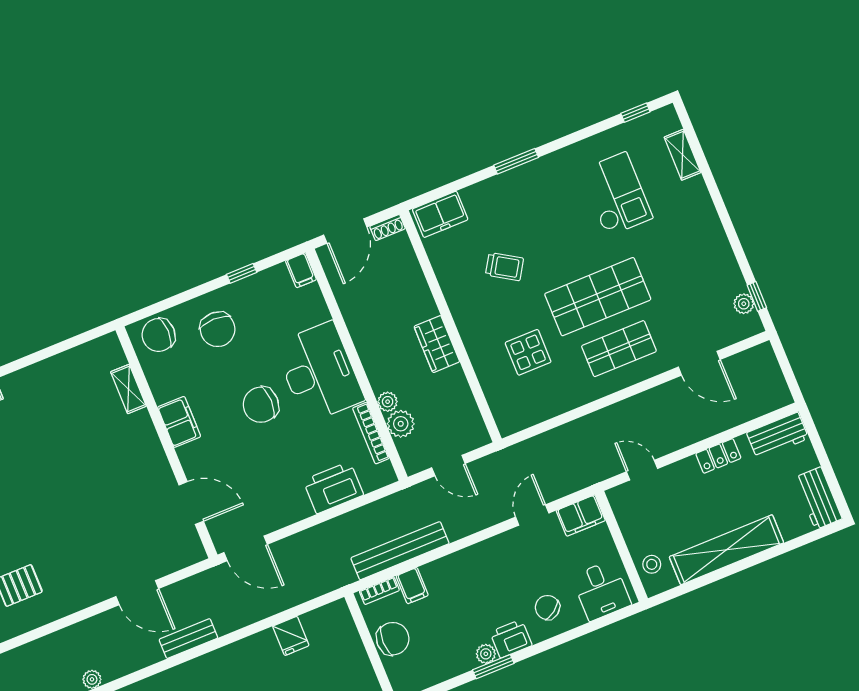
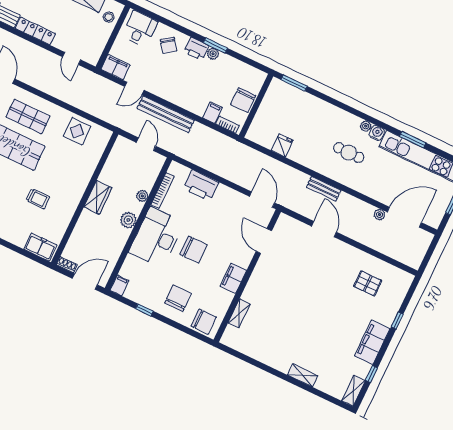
trolley: (505, 267) -> (38, 198), turned 148
display table: (528, 352) -> (77, 131), moved
plant: (401, 424) -> (128, 220), moved
locker: (718, 456) -> (35, 31), width x1.53
bench: (400, 551) -> (166, 114), moved
chair: (393, 639) -> (243, 100), turned -90

